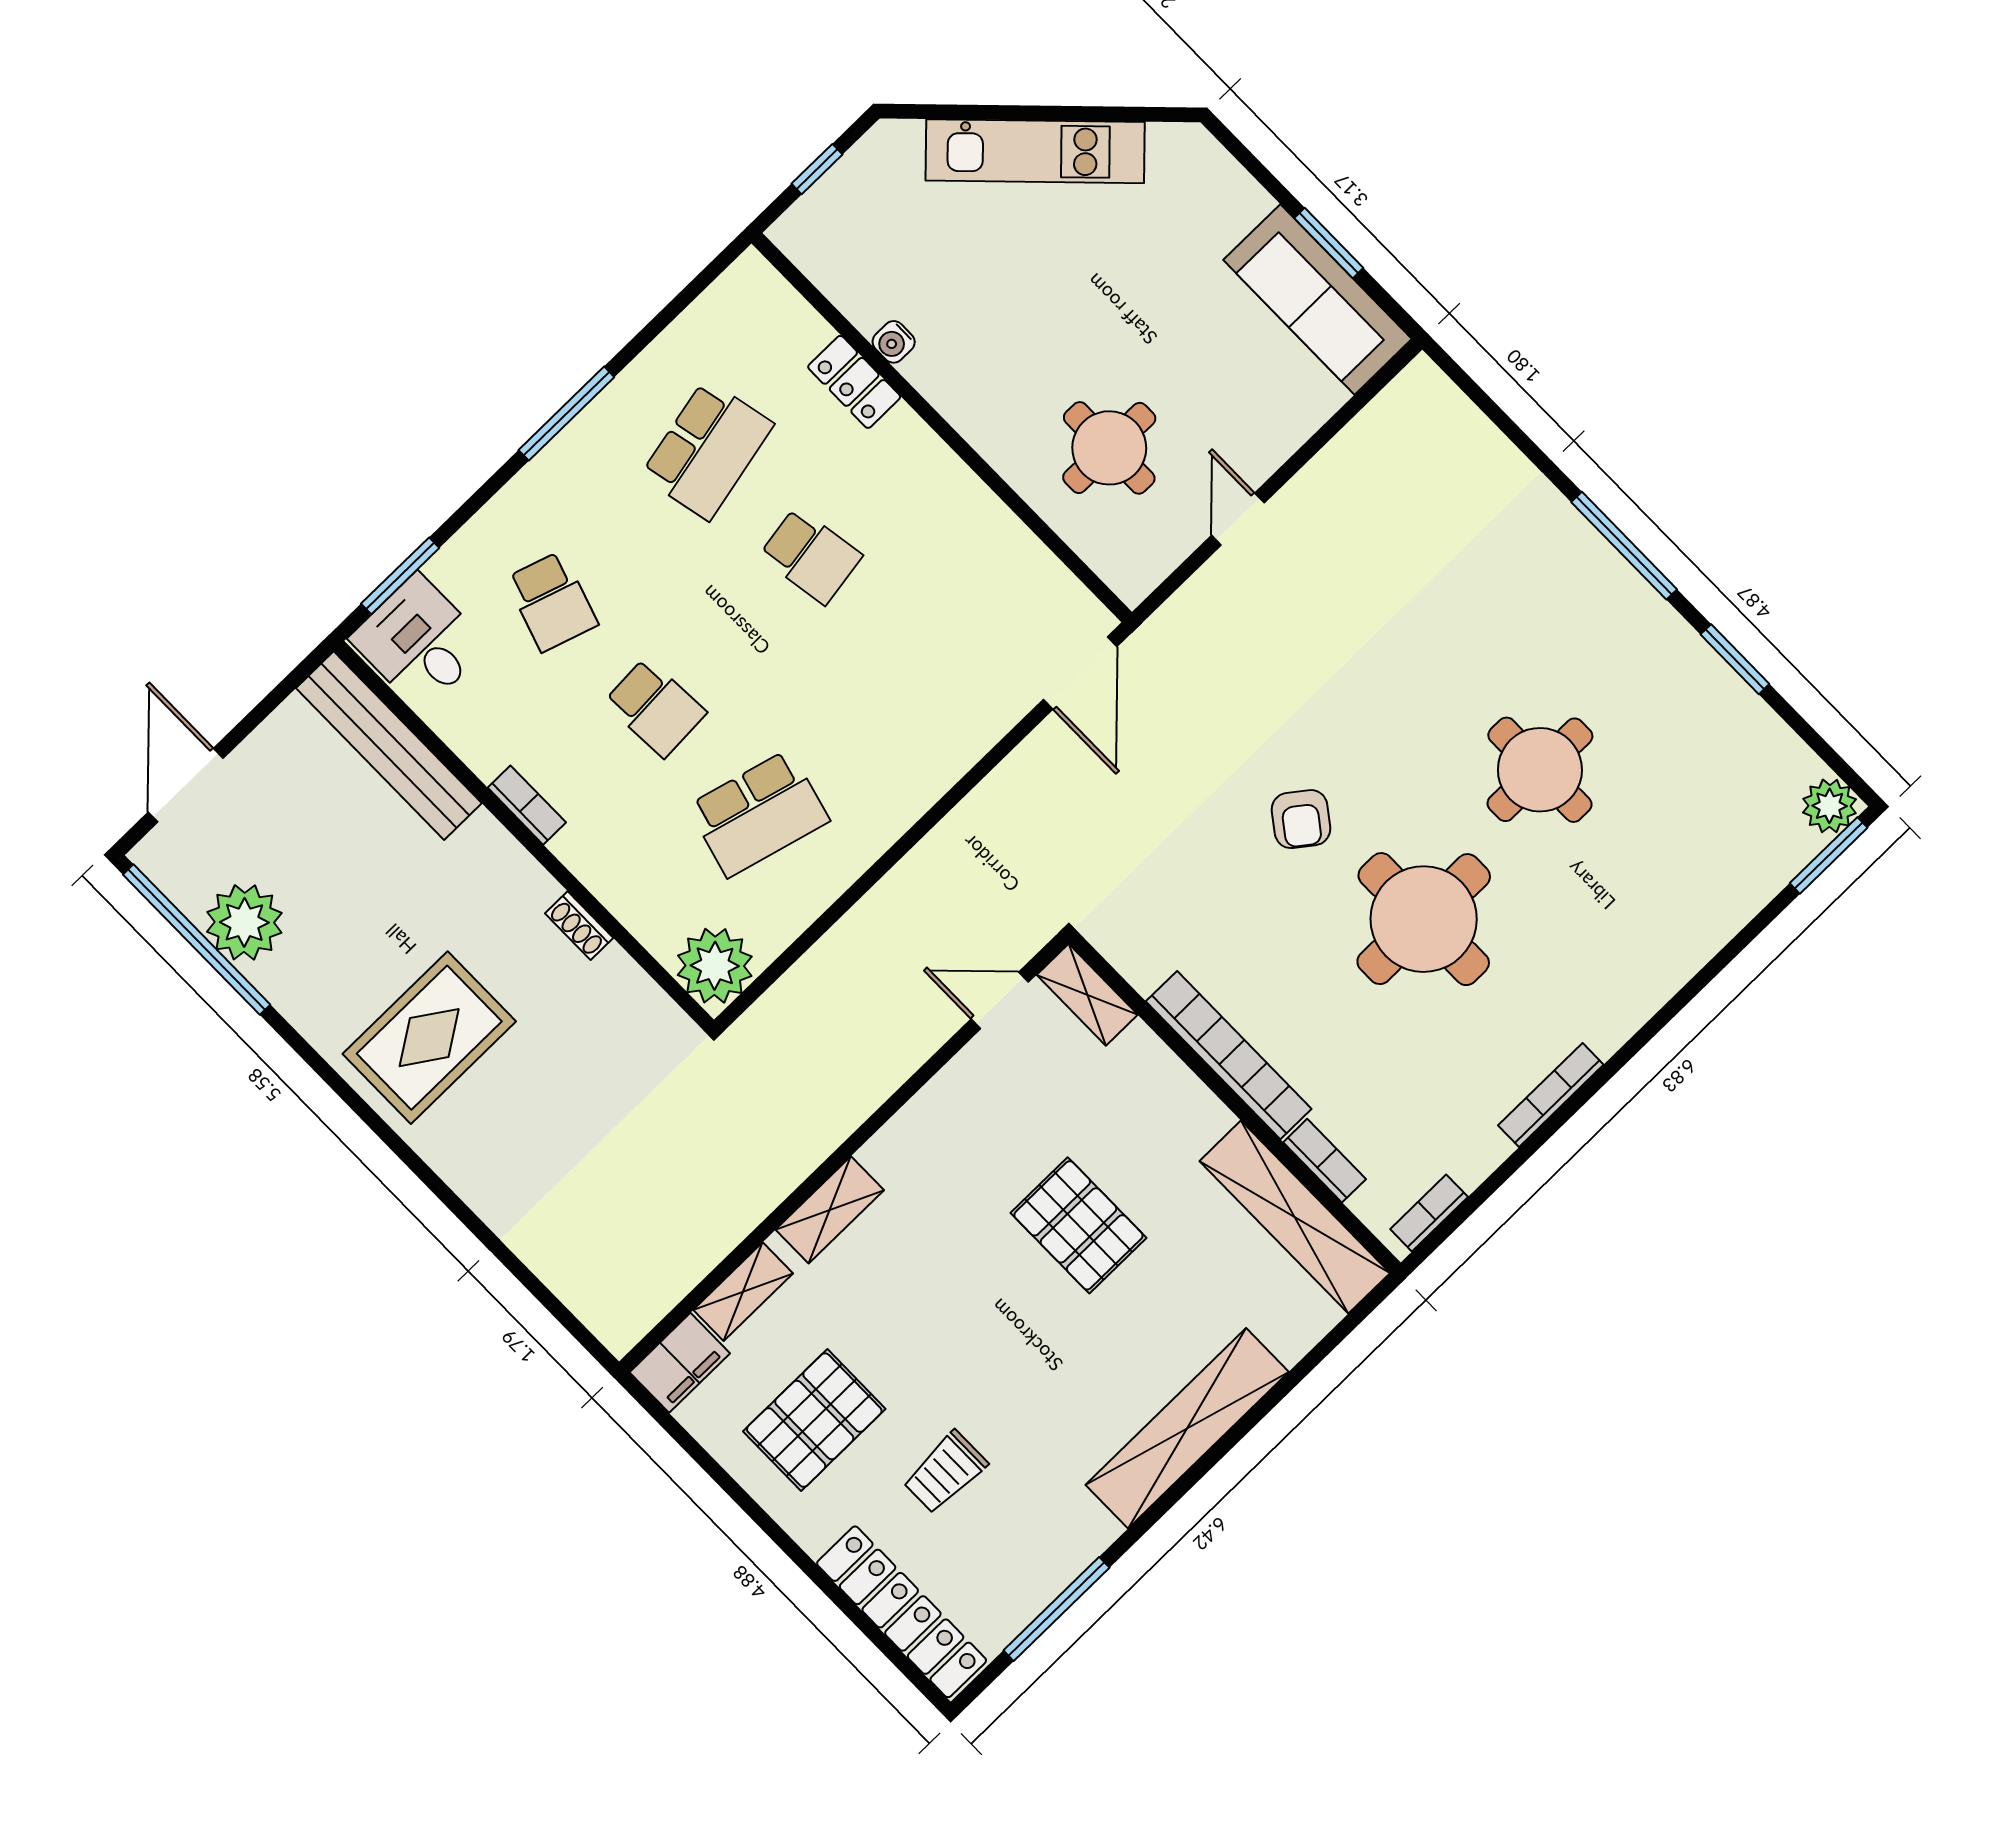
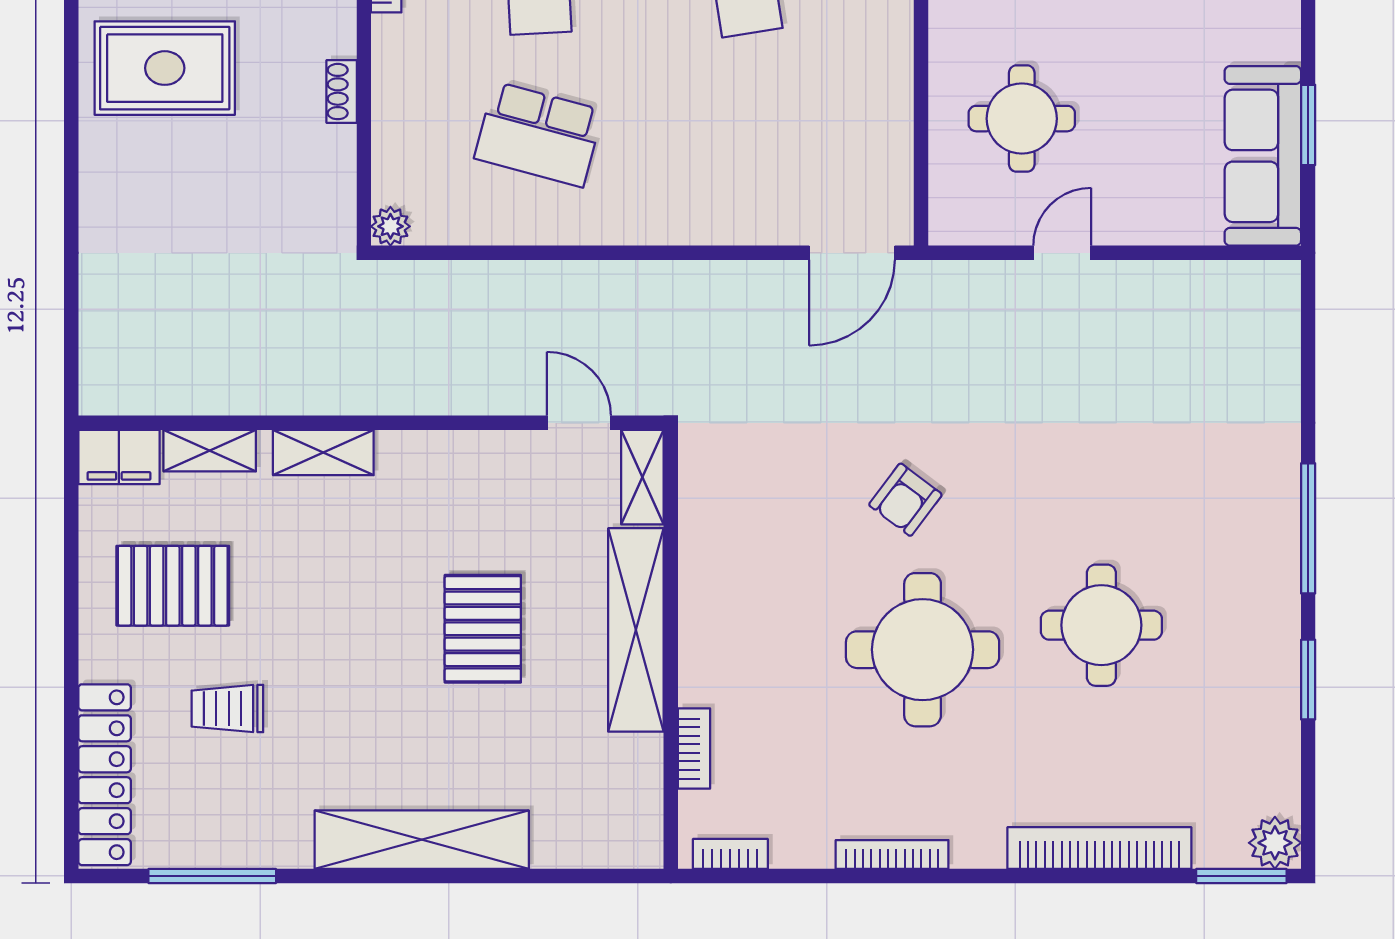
plant: (715, 966) -> (390, 226), width x0.53, depth x0.53
bookcase: (1229, 1055) -> (1099, 848), moved, turned -90
shelving: (1295, 1217) -> (636, 630), moved

